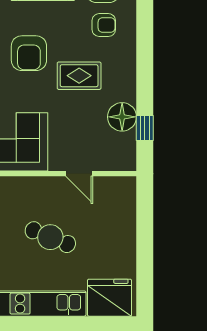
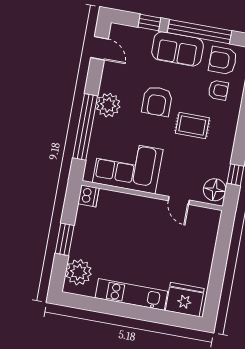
floor lamp: (122, 117) -> (215, 190), moved
cafe table: (50, 237) -> (148, 245), removed

